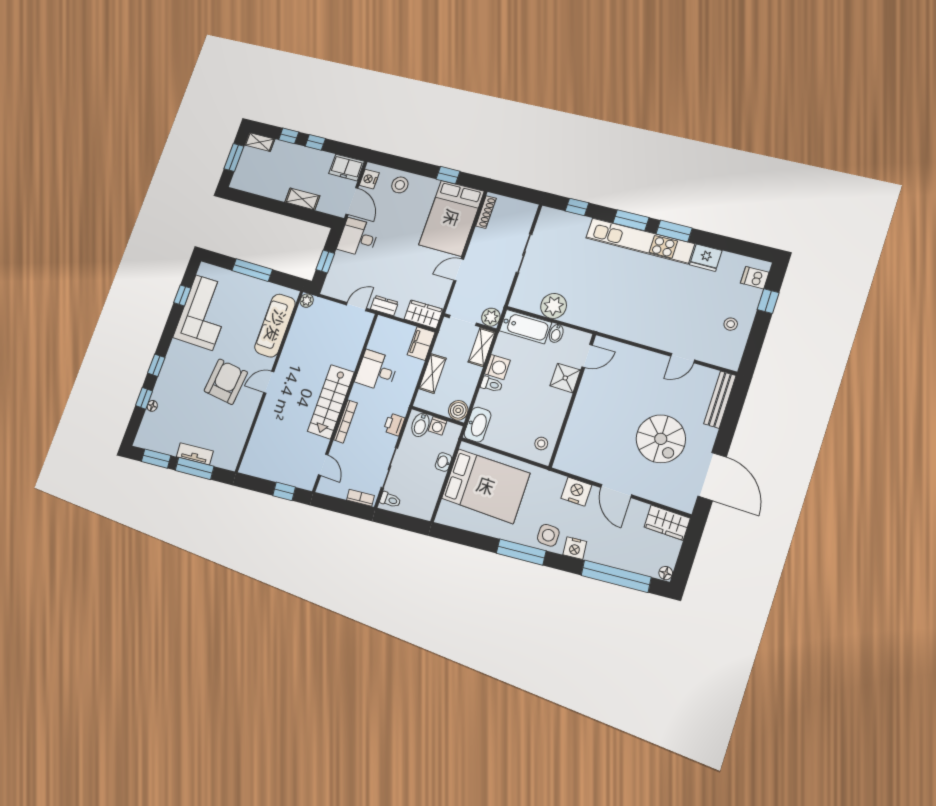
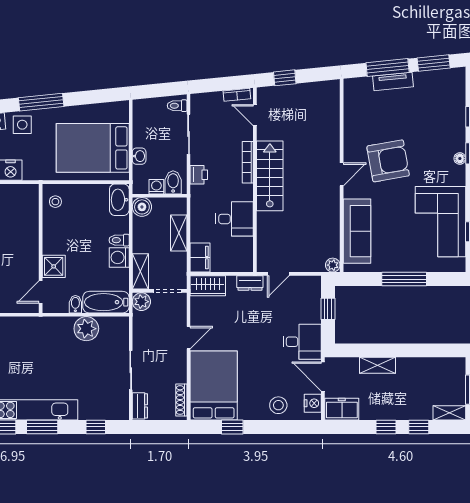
dresser: (527, 217) -> (140, 406), added
armchair: (226, 382) -> (388, 161), turned -106
floor lamp: (152, 406) -> (460, 159), moved
bookcase: (361, 498) -> (237, 95), moved

